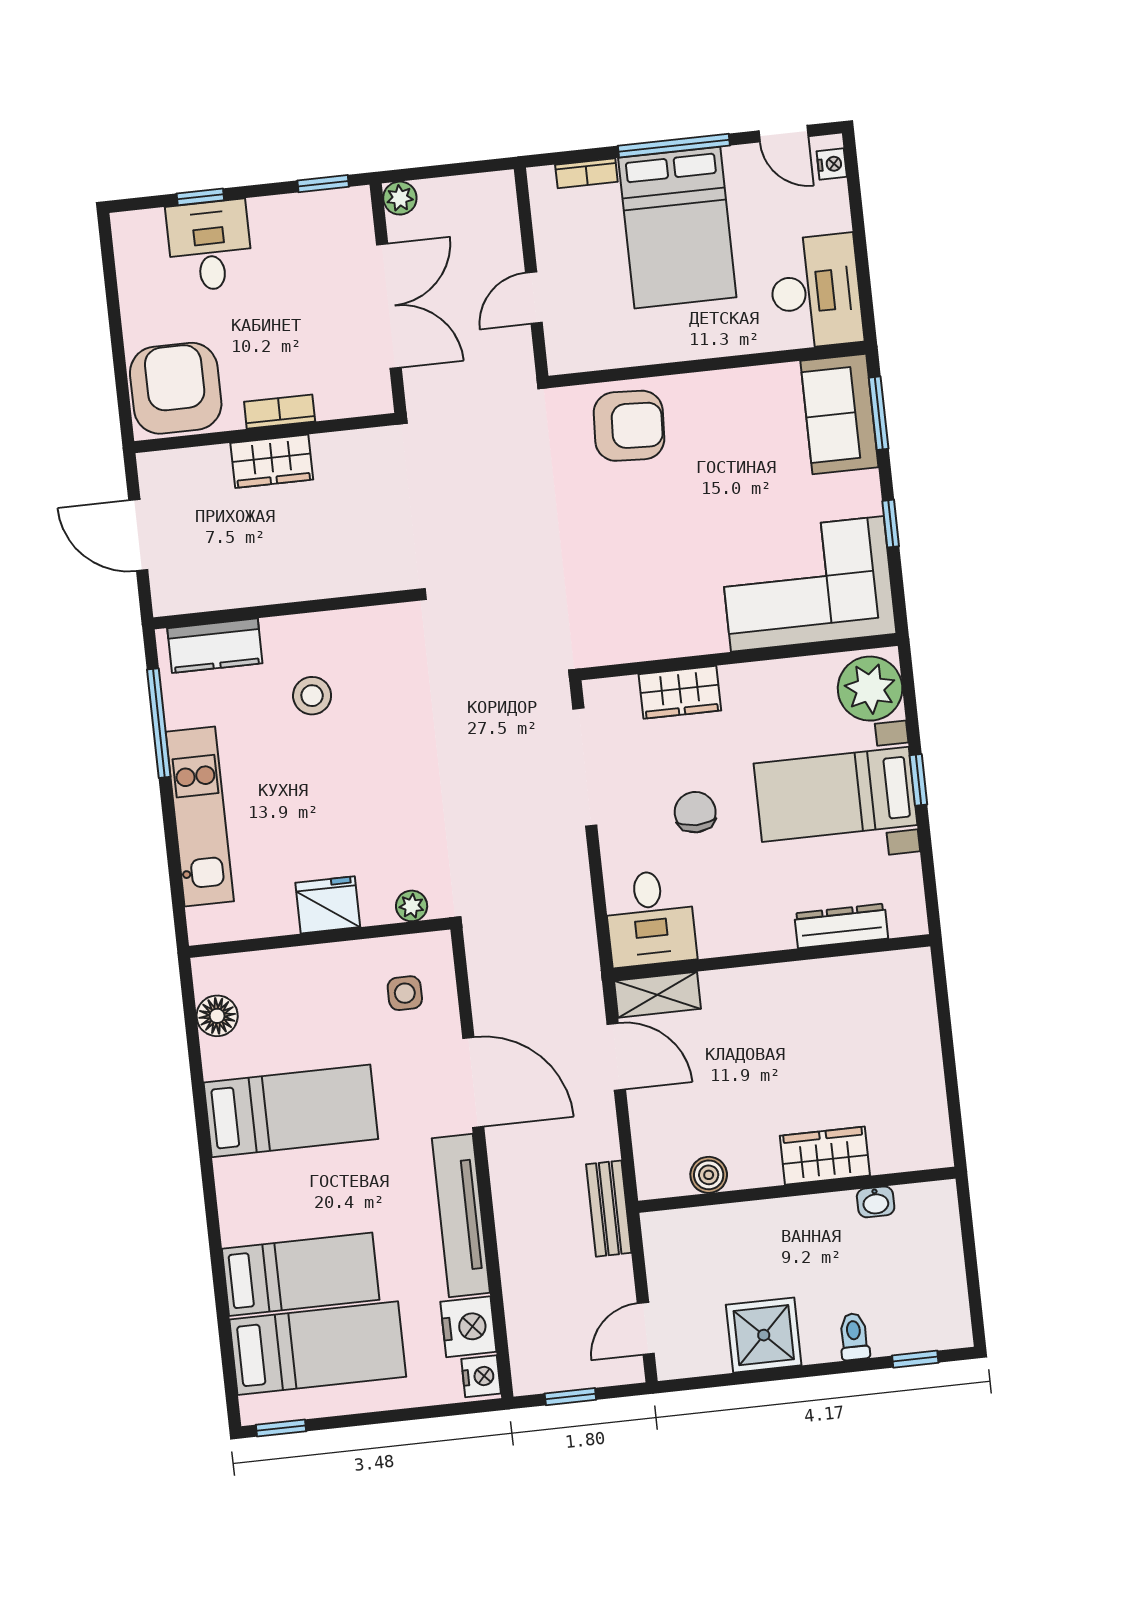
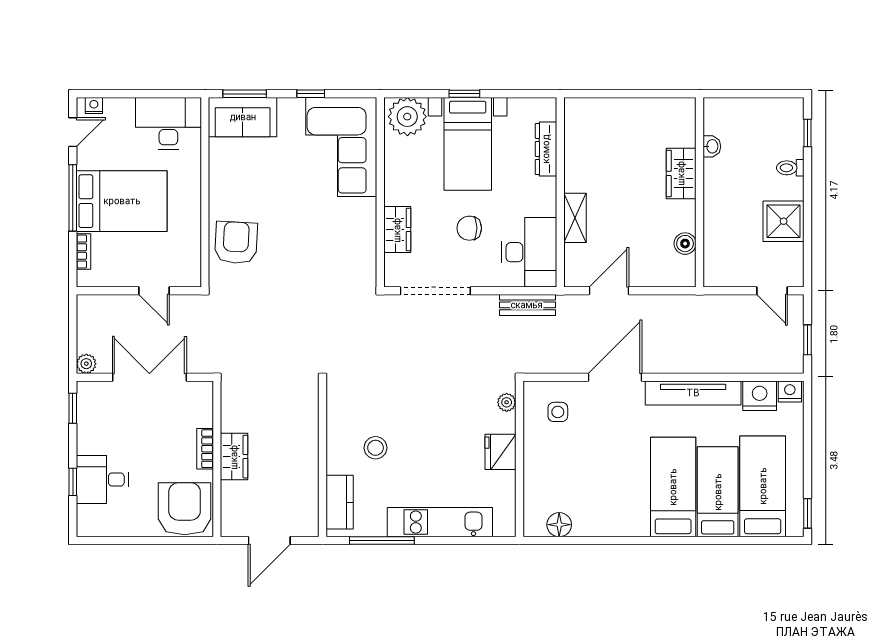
armchair: (176, 388) -> (185, 509), turned 90
desk: (650, 918) -> (529, 252), width x1.37
shelving: (657, 995) -> (575, 218), moved
bed: (291, 1111) -> (673, 487), moved
bench: (609, 1209) -> (527, 305), moved

